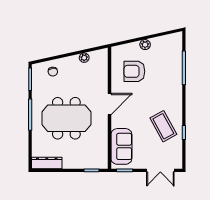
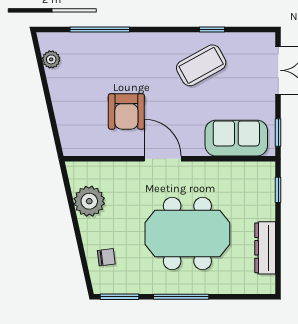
plant: (145, 45) -> (51, 59), moved
plant: (84, 58) -> (89, 201), width x1.88, depth x1.88
armchair: (134, 71) -> (126, 111), moved
meeting table: (66, 118) -> (187, 233), turned 90
dresser: (47, 163) -> (265, 248), moved

